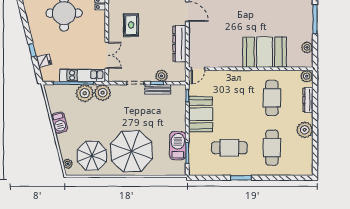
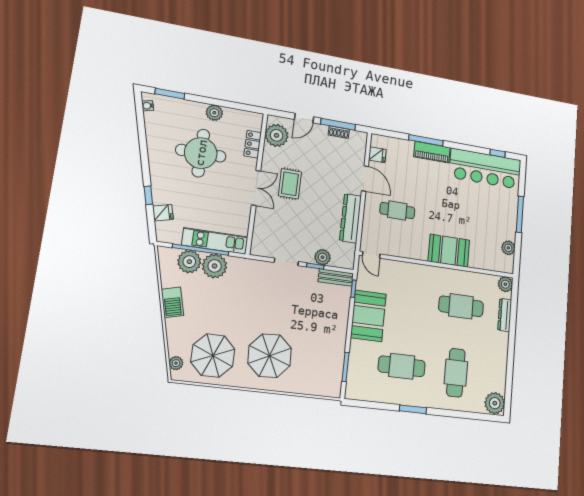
cafe table: (215, 32) -> (397, 211), added
booth: (264, 52) -> (449, 251), width x0.73, depth x0.70
double door: (107, 55) -> (256, 188), moved
door: (198, 69) -> (371, 255), hinge flipped
bench: (158, 89) -> (336, 278), moved
plant: (103, 93) -> (189, 262), moved
cafe table: (272, 98) -> (461, 306), turned 90
plant: (305, 130) -> (495, 403), moved
barbecue: (178, 146) -> (334, 355), removed
parasol: (131, 151) -> (270, 356), width x0.73, depth x0.73

